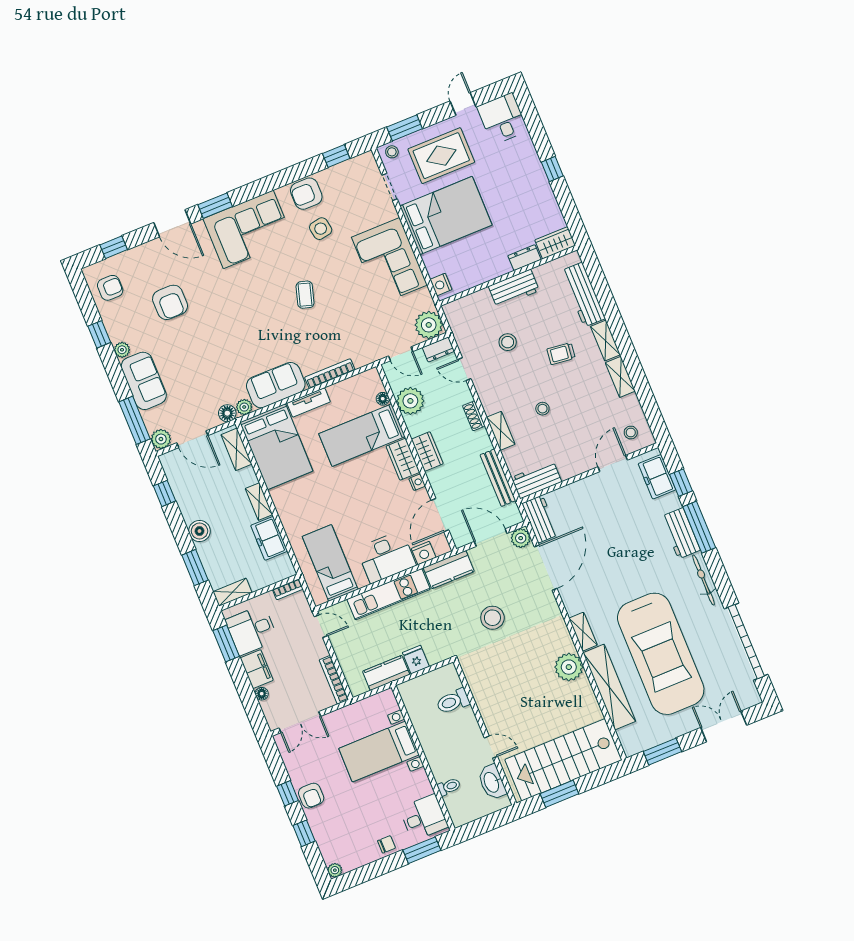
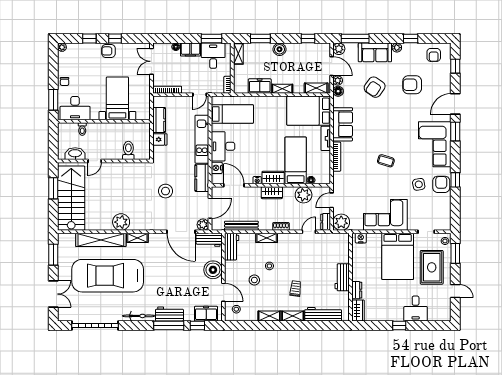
desk: (502, 119) -> (416, 308), moved, turned 90
window: (336, 156) -> (455, 180), moved
stool: (508, 342) -> (254, 280), moved
armchair: (198, 359) -> (375, 87), added
plant: (244, 407) -> (338, 80), moved
door: (192, 439) -> (332, 66), swing flipped
boiler: (584, 494) -> (213, 270), added
desk: (424, 817) -> (75, 108), width x1.37

